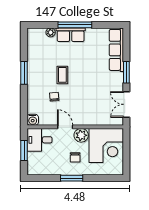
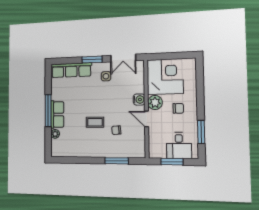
window: (24, 73) -> (117, 161), moved
side table: (109, 87) -> (106, 76), added
water cooler: (33, 120) -> (139, 100), moved
door: (65, 127) -> (147, 119), hinge flipped
desk: (39, 140) -> (179, 146), moved
window: (72, 178) -> (201, 132), moved

